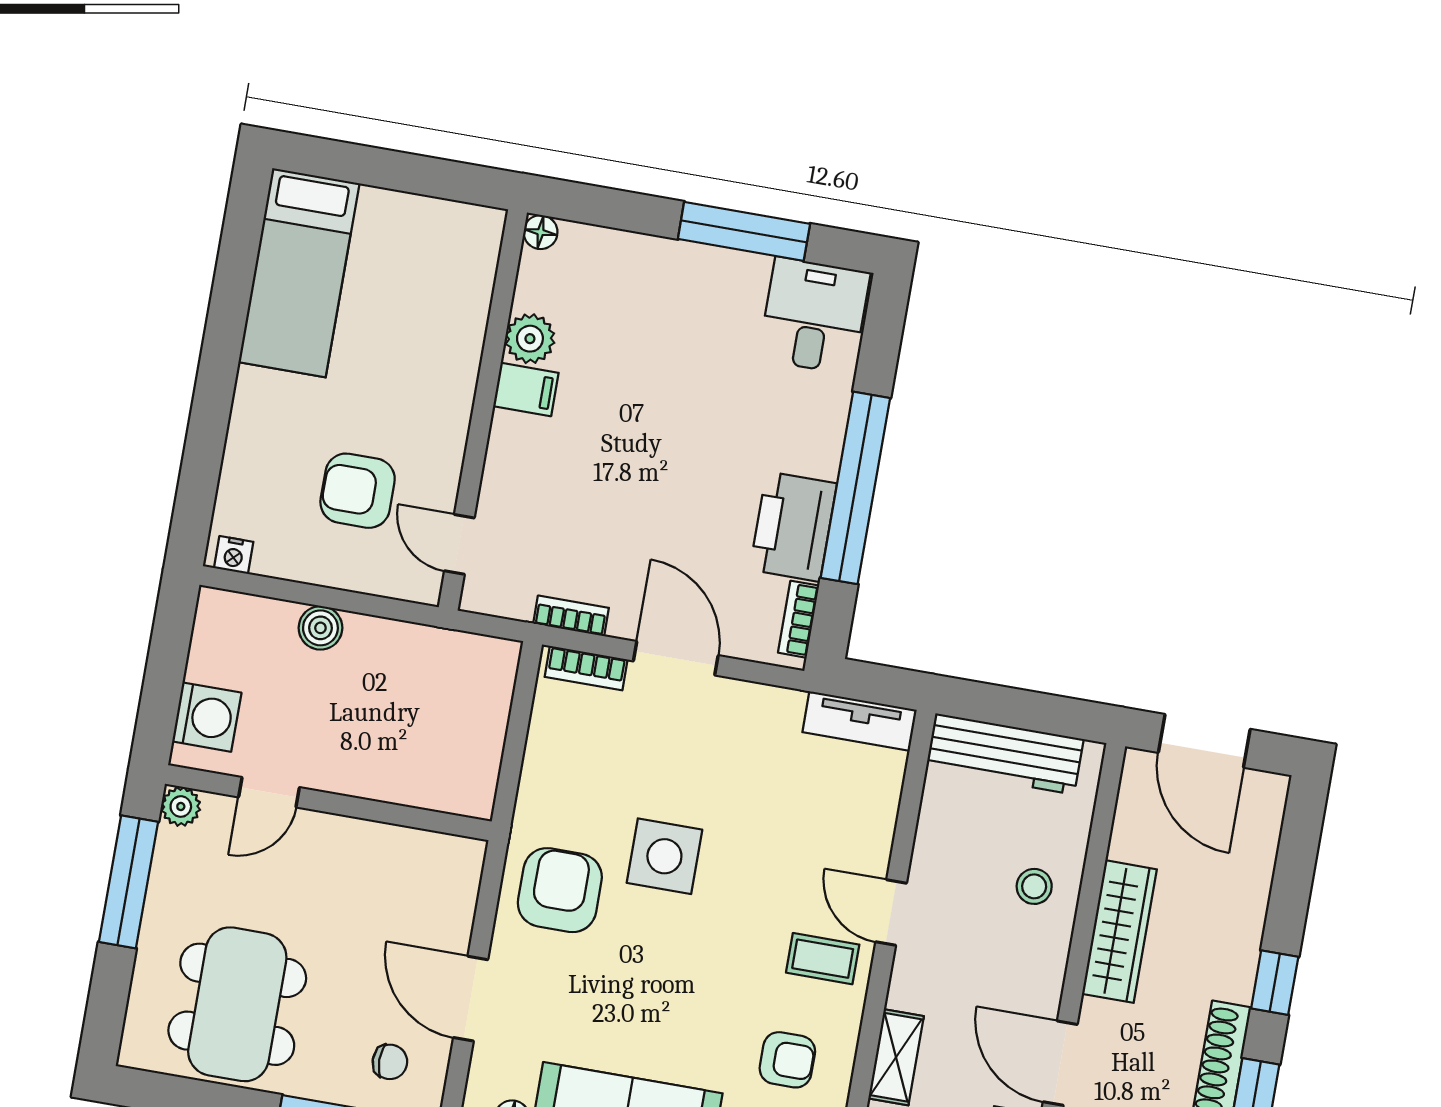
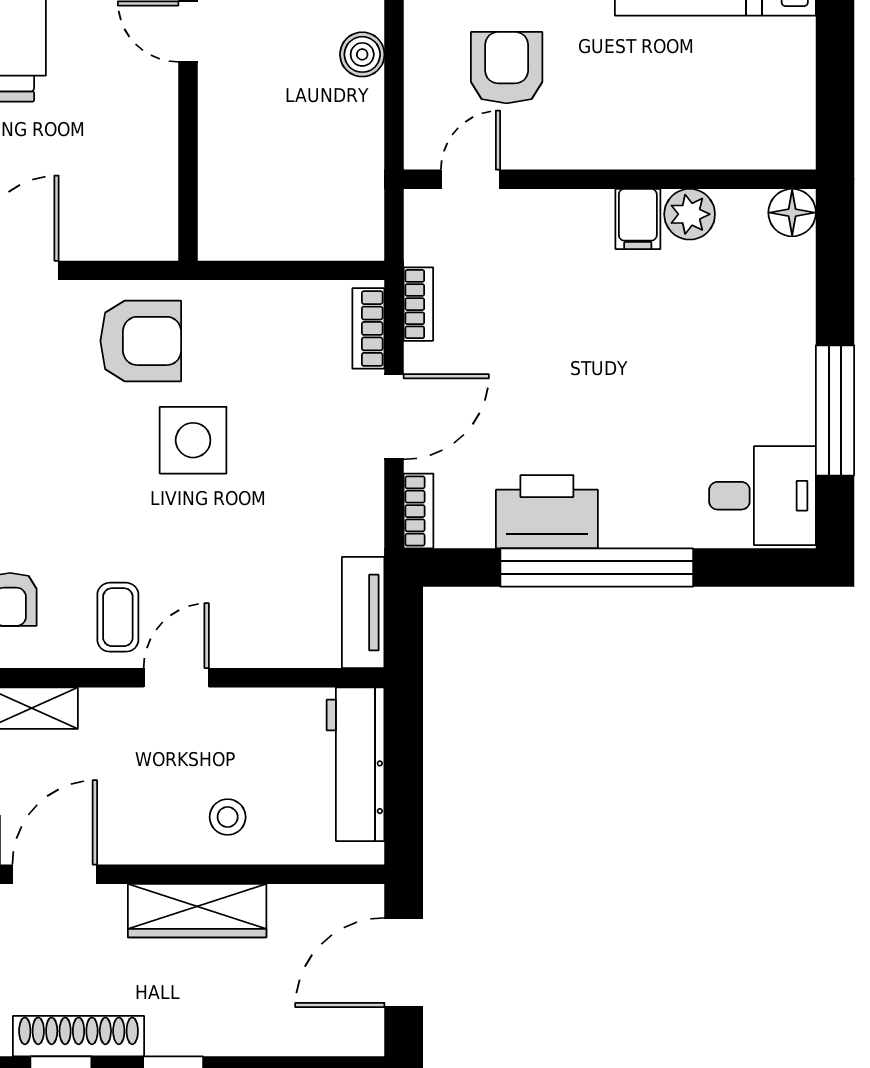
floor lamp: (541, 232) -> (792, 213), width x1.37, depth x1.37
bookcase: (799, 619) -> (419, 511), moved, turned 90

